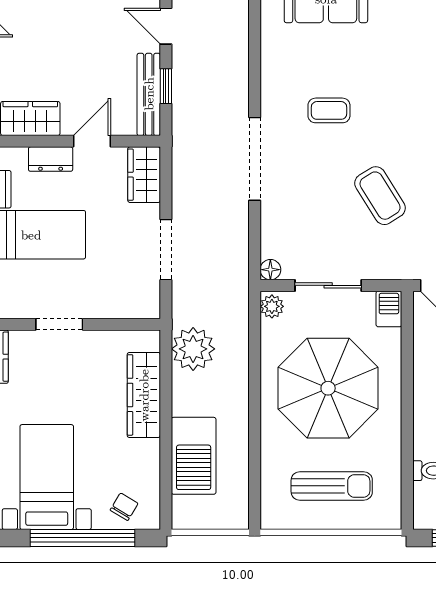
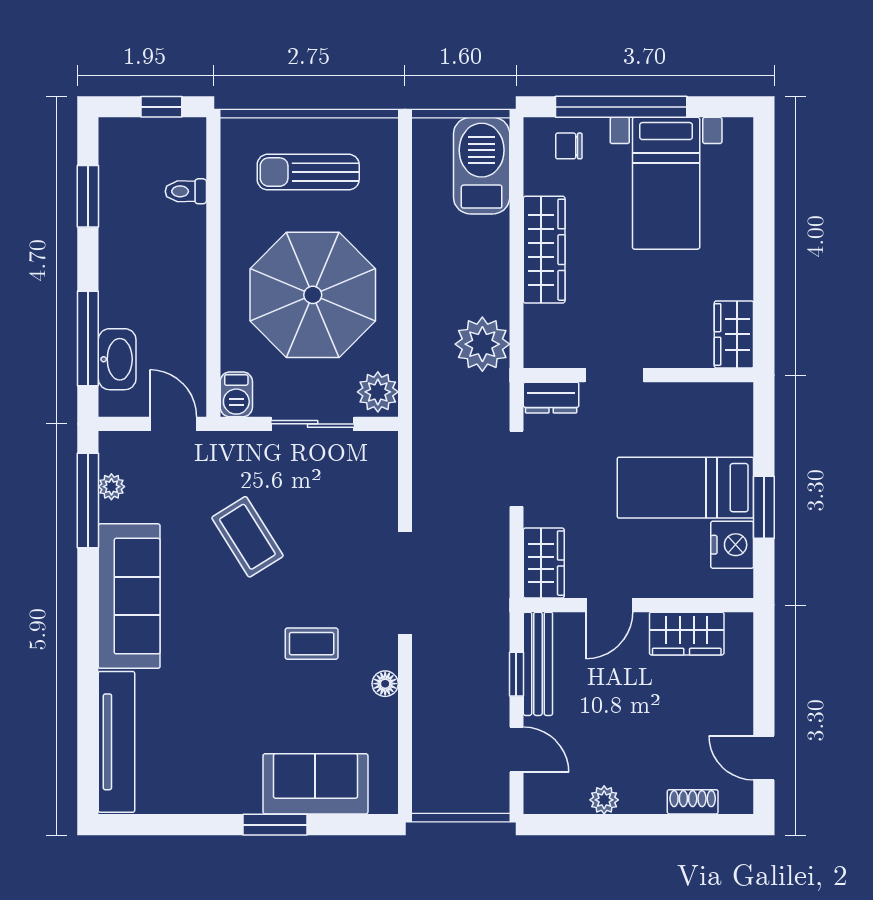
dresser: (51, 159) -> (551, 398), moved, turned 180
floor lamp: (270, 270) -> (385, 684), moved
plant: (272, 306) -> (378, 392), width x1.38, depth x1.38
doorway: (59, 324) -> (614, 375), moved
wardrobe: (144, 395) -> (544, 250), moved
barbecue: (194, 456) -> (482, 166), moved
chair: (124, 507) -> (569, 146), turned 59

